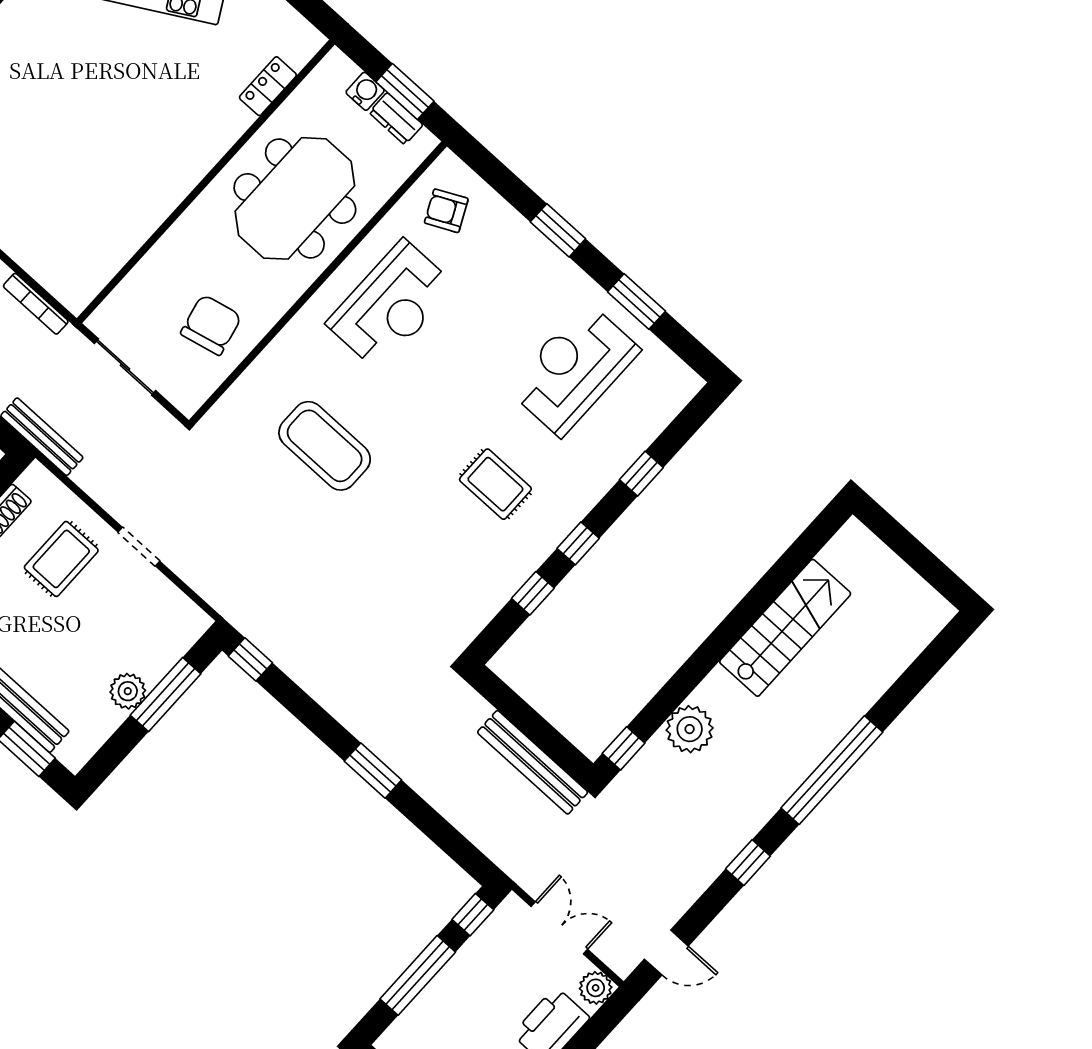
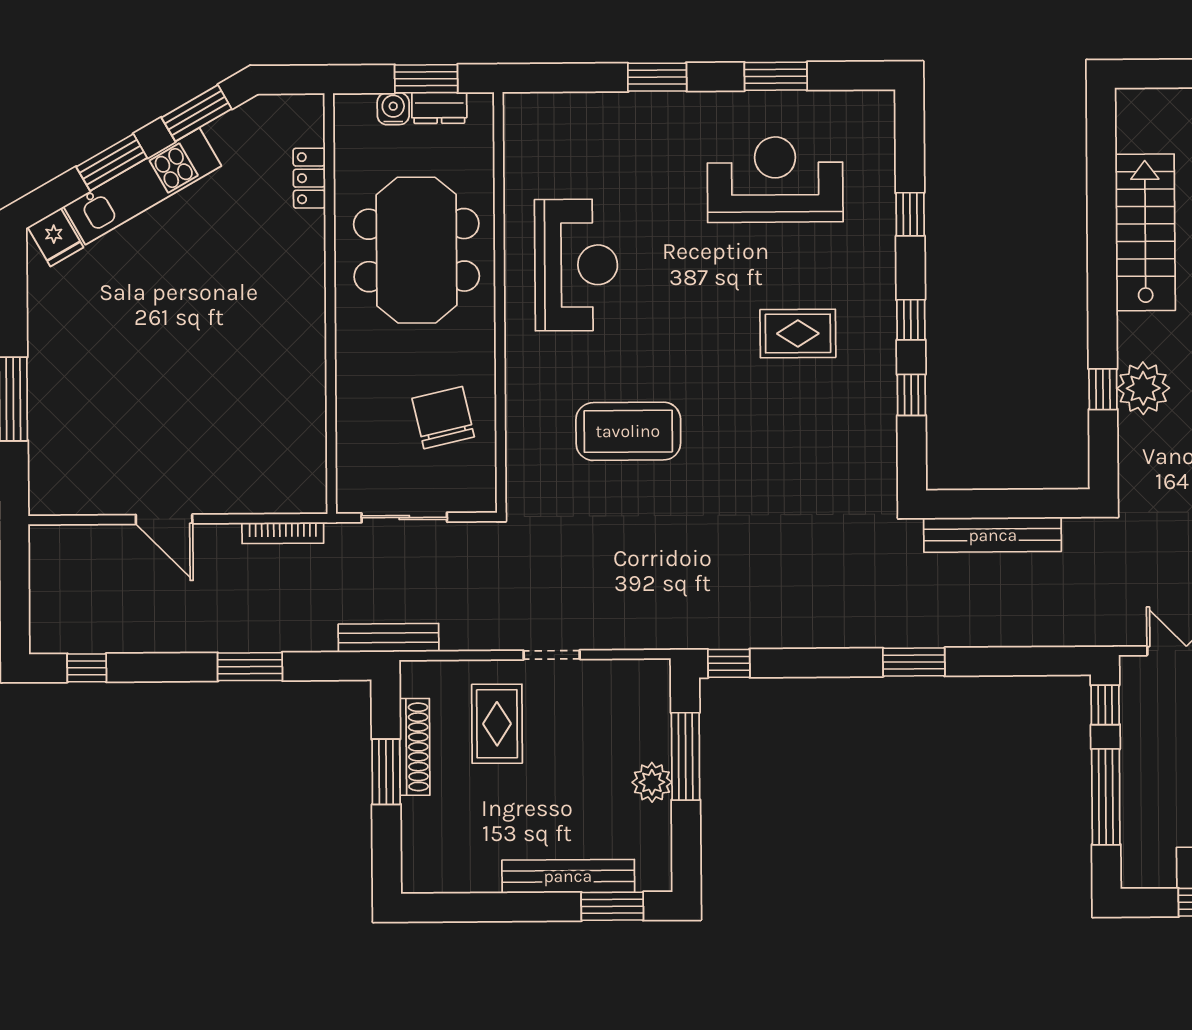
armchair: (446, 211) -> (550, 146), removed
reception desk: (574, 369) -> (775, 180), turned 90
window: (624, 748) -> (1103, 389), moved
bench: (533, 762) -> (993, 535), moved

